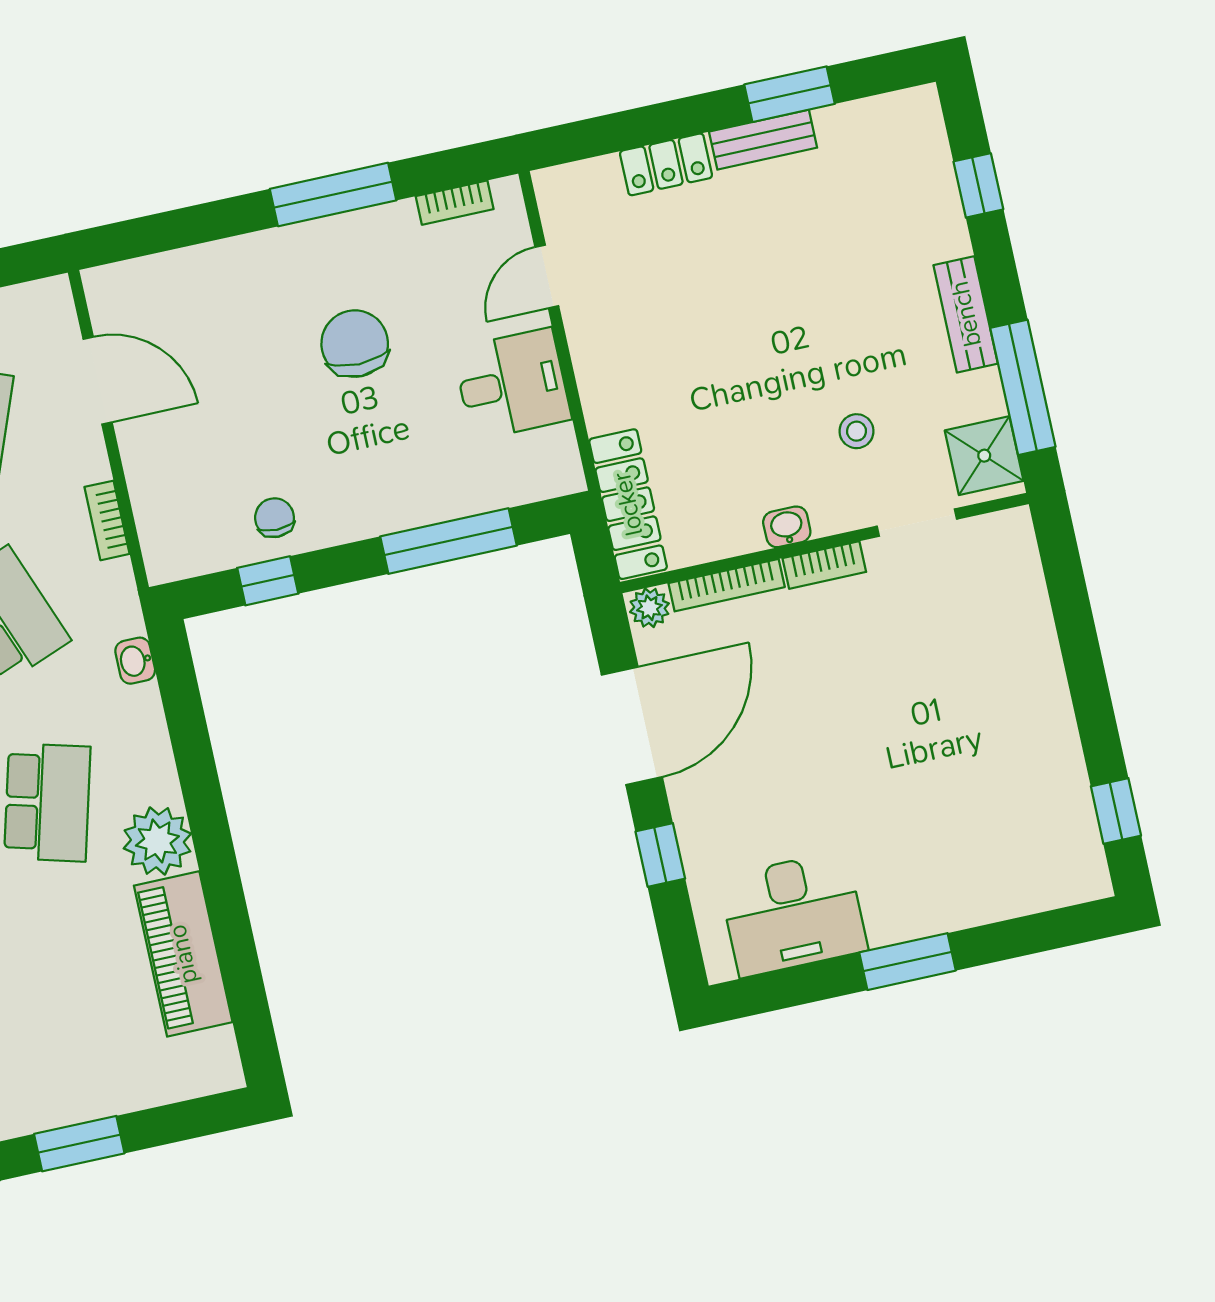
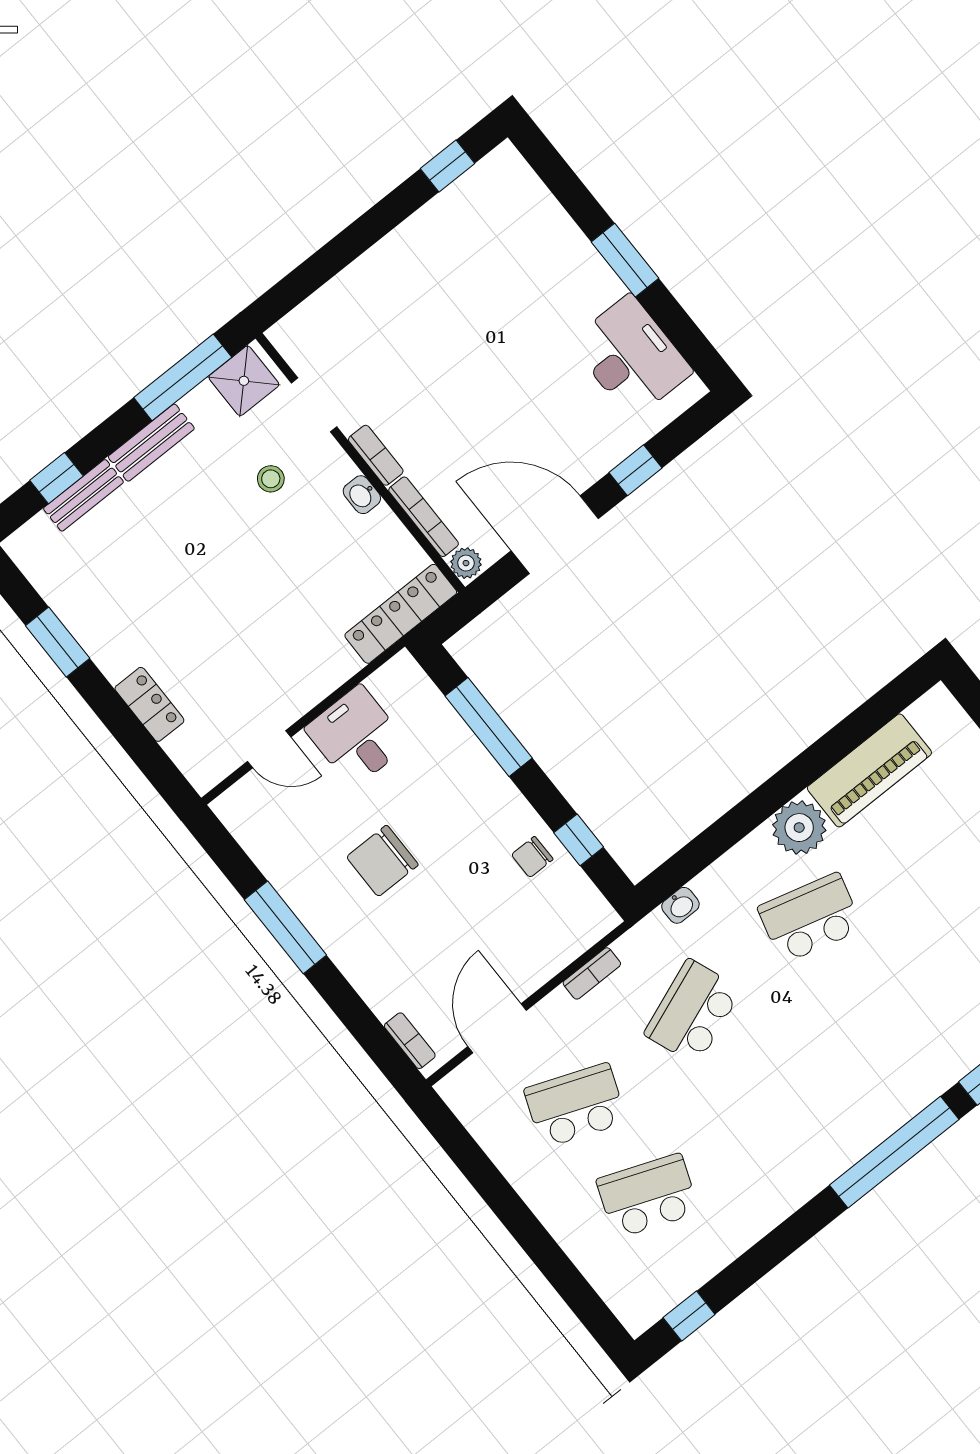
bench: (763, 140) -> (83, 495), moved, turned 90
bookcase: (455, 203) -> (410, 1041), moved

